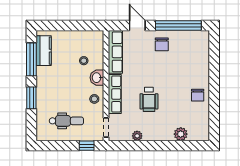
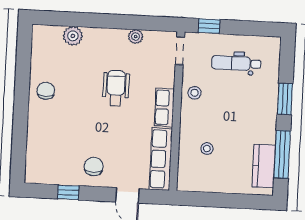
window: (178, 25) -> (68, 192), width x0.32
washbasin: (97, 78) -> (189, 123), removed
row of seats: (115, 94) -> (164, 107), width x0.68

